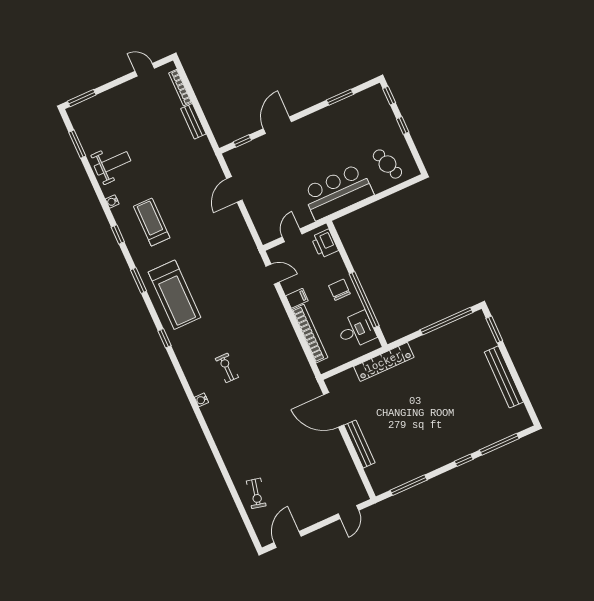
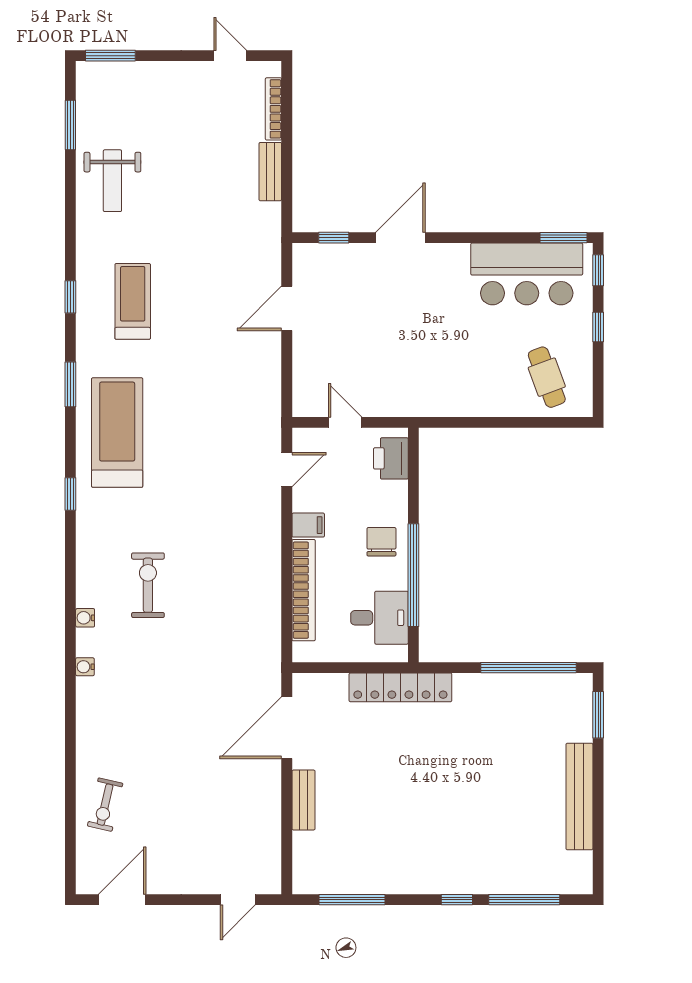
window: (340, 97) -> (564, 238), moved
weight bench: (112, 163) -> (112, 181), turned 90
bar counter: (338, 192) -> (527, 274), moved, turned 180
water cooler: (112, 201) -> (85, 667), moved
door: (292, 235) -> (345, 422), hinge flipped
door: (273, 274) -> (287, 470), hinge flipped
treadmill: (175, 295) -> (117, 433), turned 180
exercise bike: (227, 368) -> (148, 585), width x1.38, depth x1.39
door: (334, 410) -> (287, 728), hinge flipped
bench: (359, 444) -> (304, 800), width x0.73

